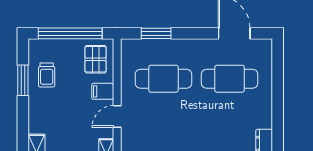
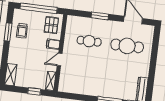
window: (156, 33) -> (100, 16), moved
cafe table: (163, 79) -> (89, 41), width x0.73, depth x0.74

